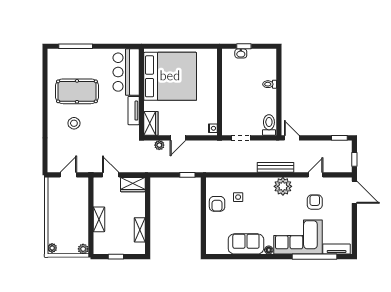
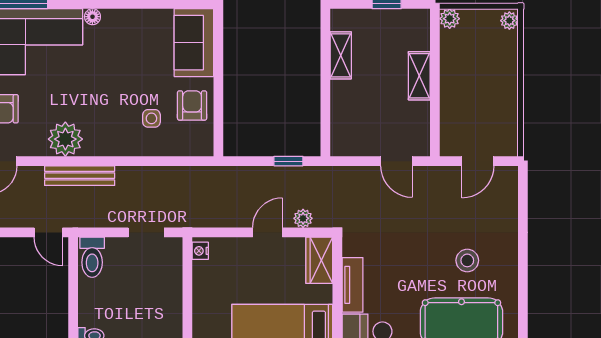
window: (187, 175) -> (288, 161), moved
wardrobe: (133, 185) -> (354, 142), removed
sofa: (246, 244) -> (194, 43), moved, turned 90

